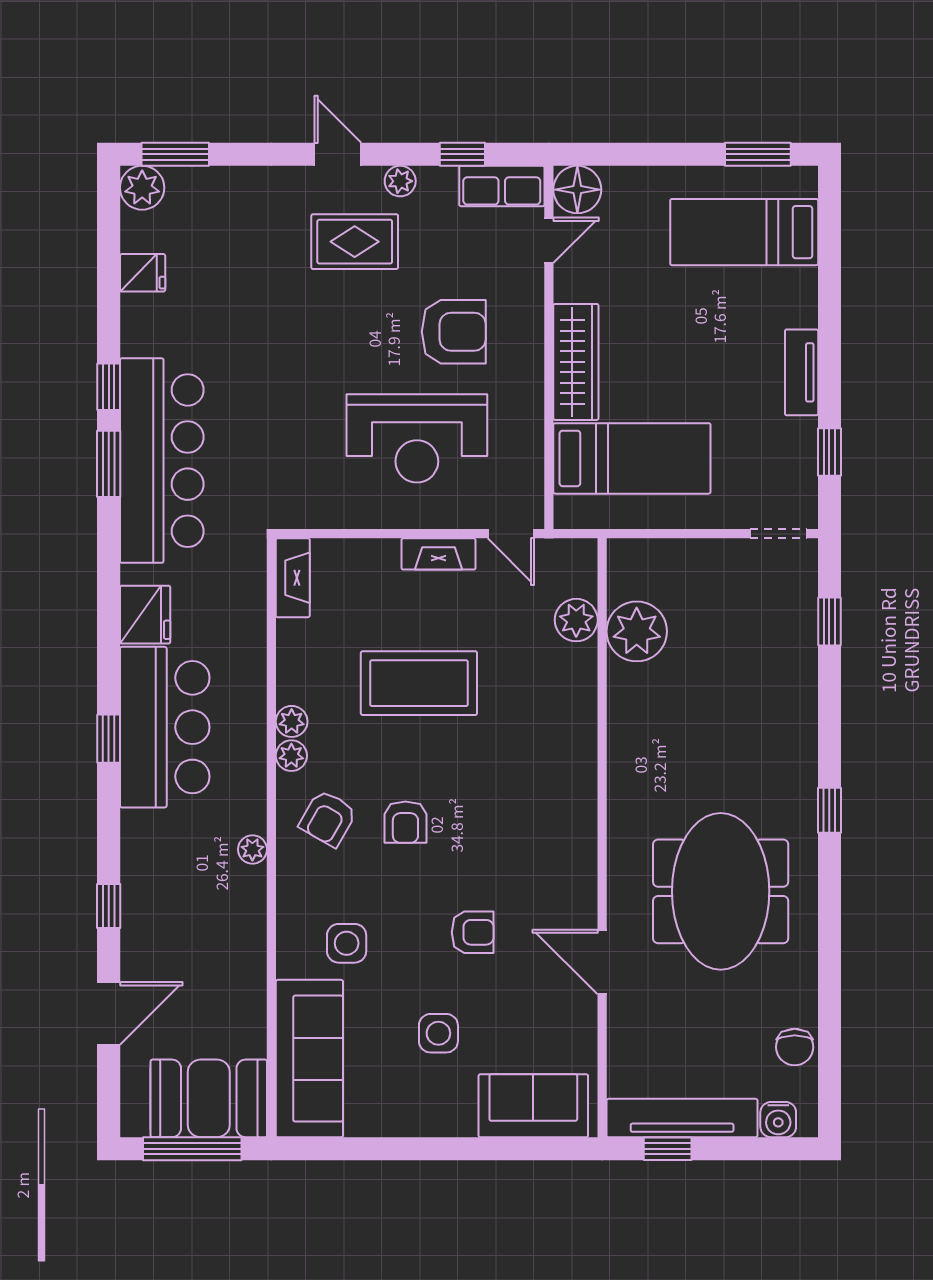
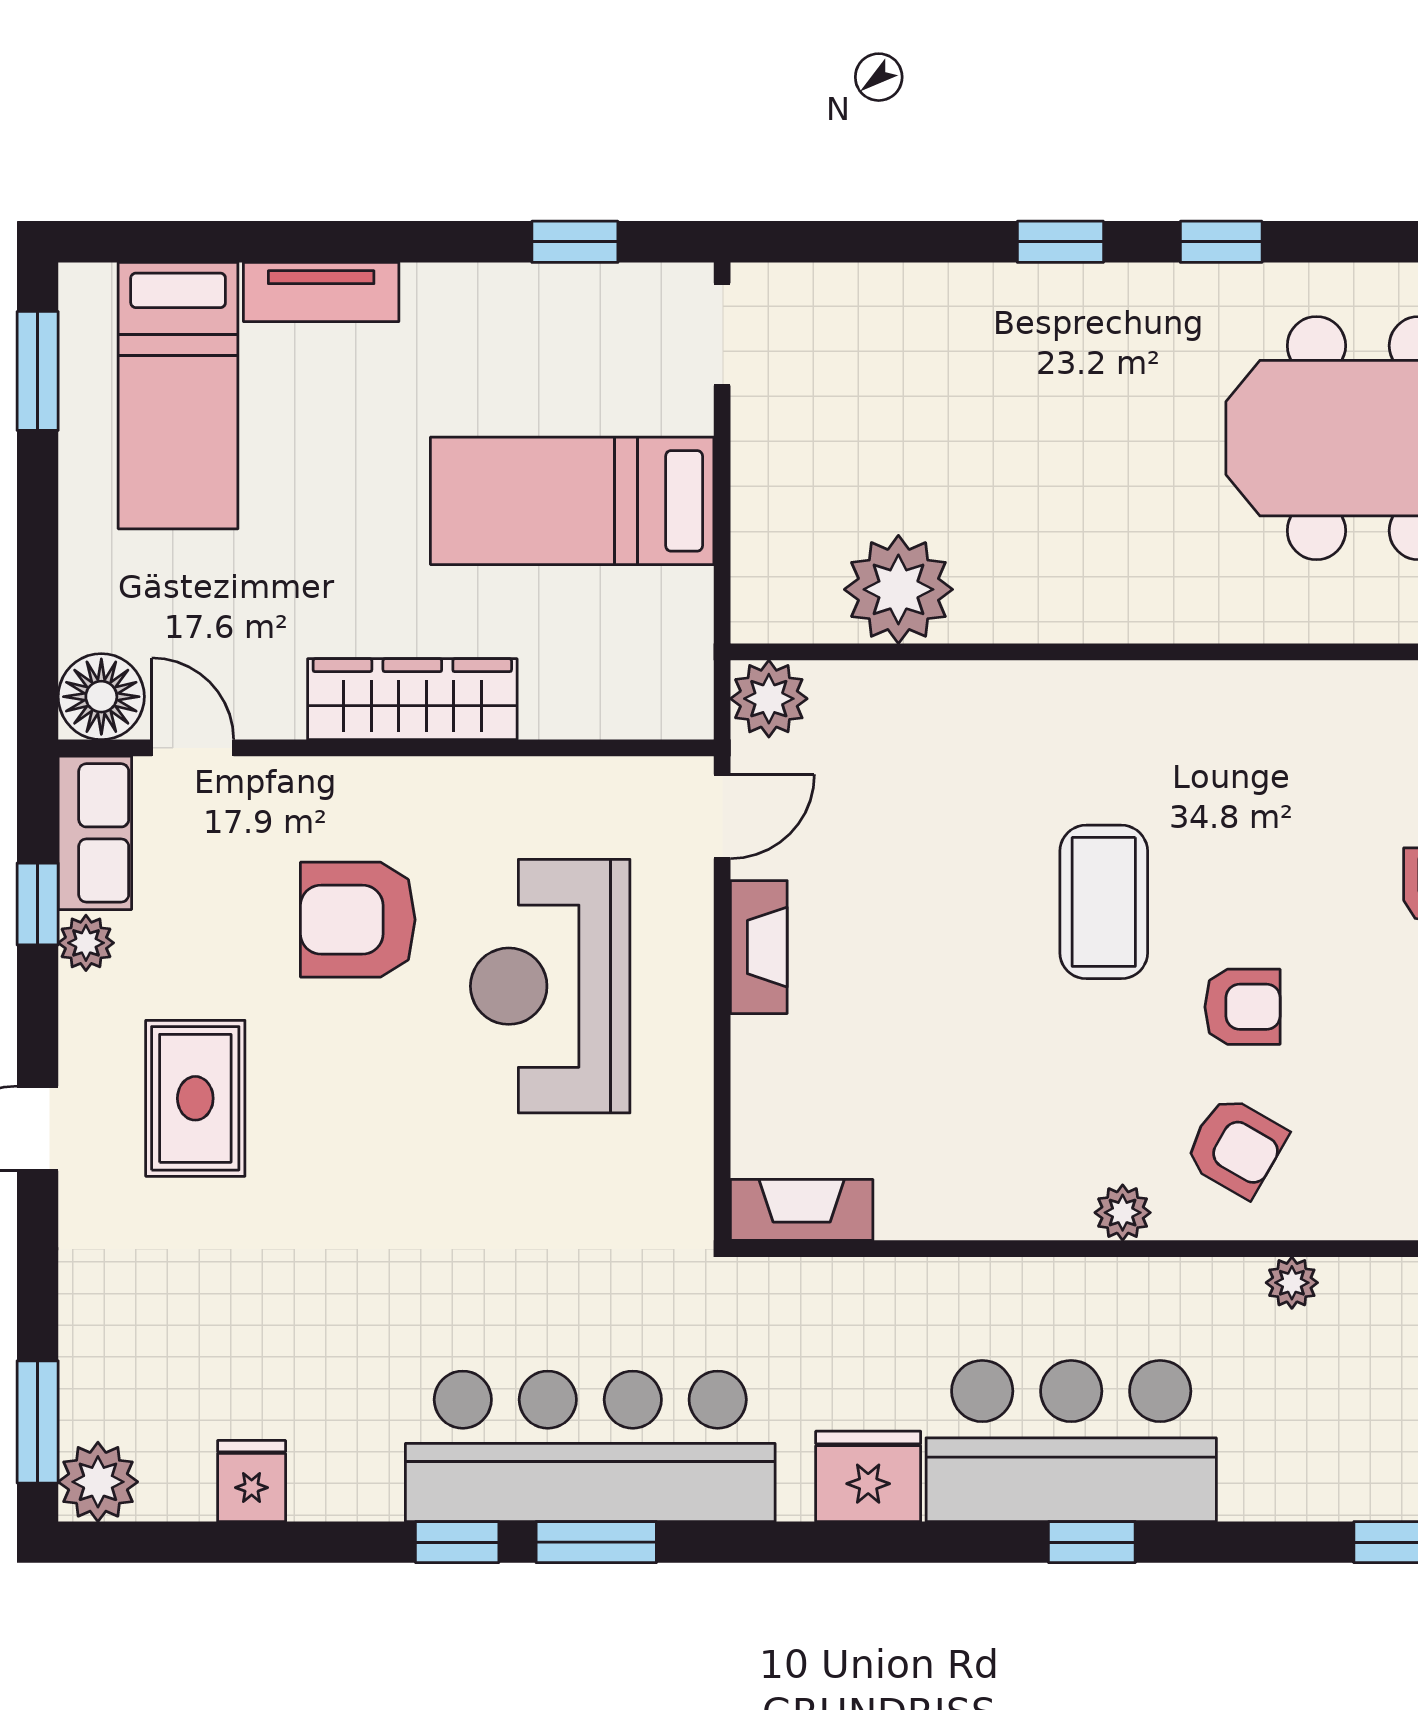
plant: (400, 181) -> (86, 943), moved
armchair: (454, 332) -> (358, 920), turned -90
tv unit: (802, 372) -> (321, 292), moved
reception desk: (417, 438) -> (550, 986), turned 180
bed: (632, 458) -> (572, 501), moved, turned -90
plant: (576, 620) -> (769, 699), moved
window: (829, 622) -> (1060, 242), moved
coffee table: (419, 683) -> (1104, 902), moved, width x0.73, depth x0.76
plant: (292, 721) -> (1061, 1212), removed

